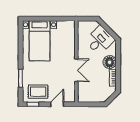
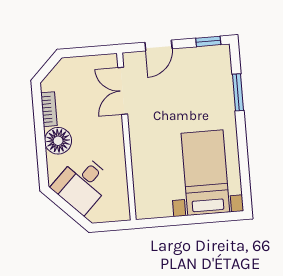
double door: (76, 70) -> (123, 91), moved
rug: (38, 92) -> (200, 68), removed

